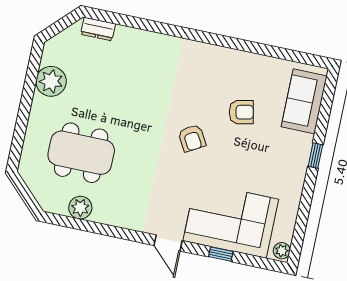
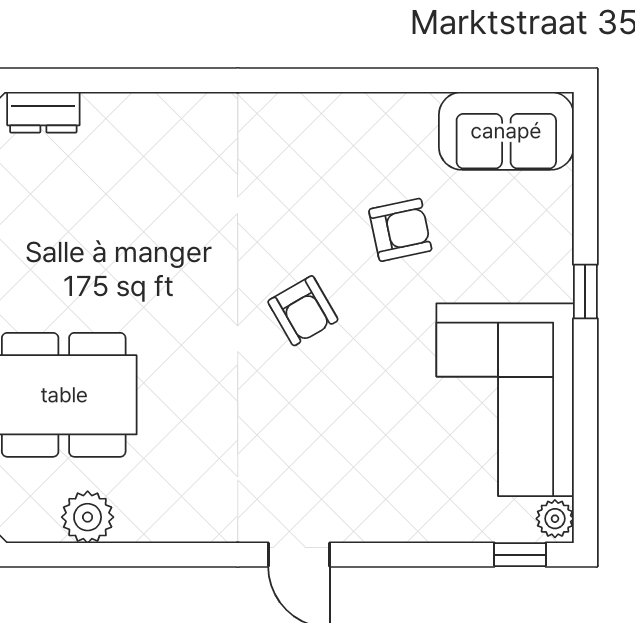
sofa: (304, 101) -> (506, 131), moved, turned -90
corner sofa: (231, 220) -> (505, 400), moved, turned -90
window: (221, 254) -> (520, 555), moved

